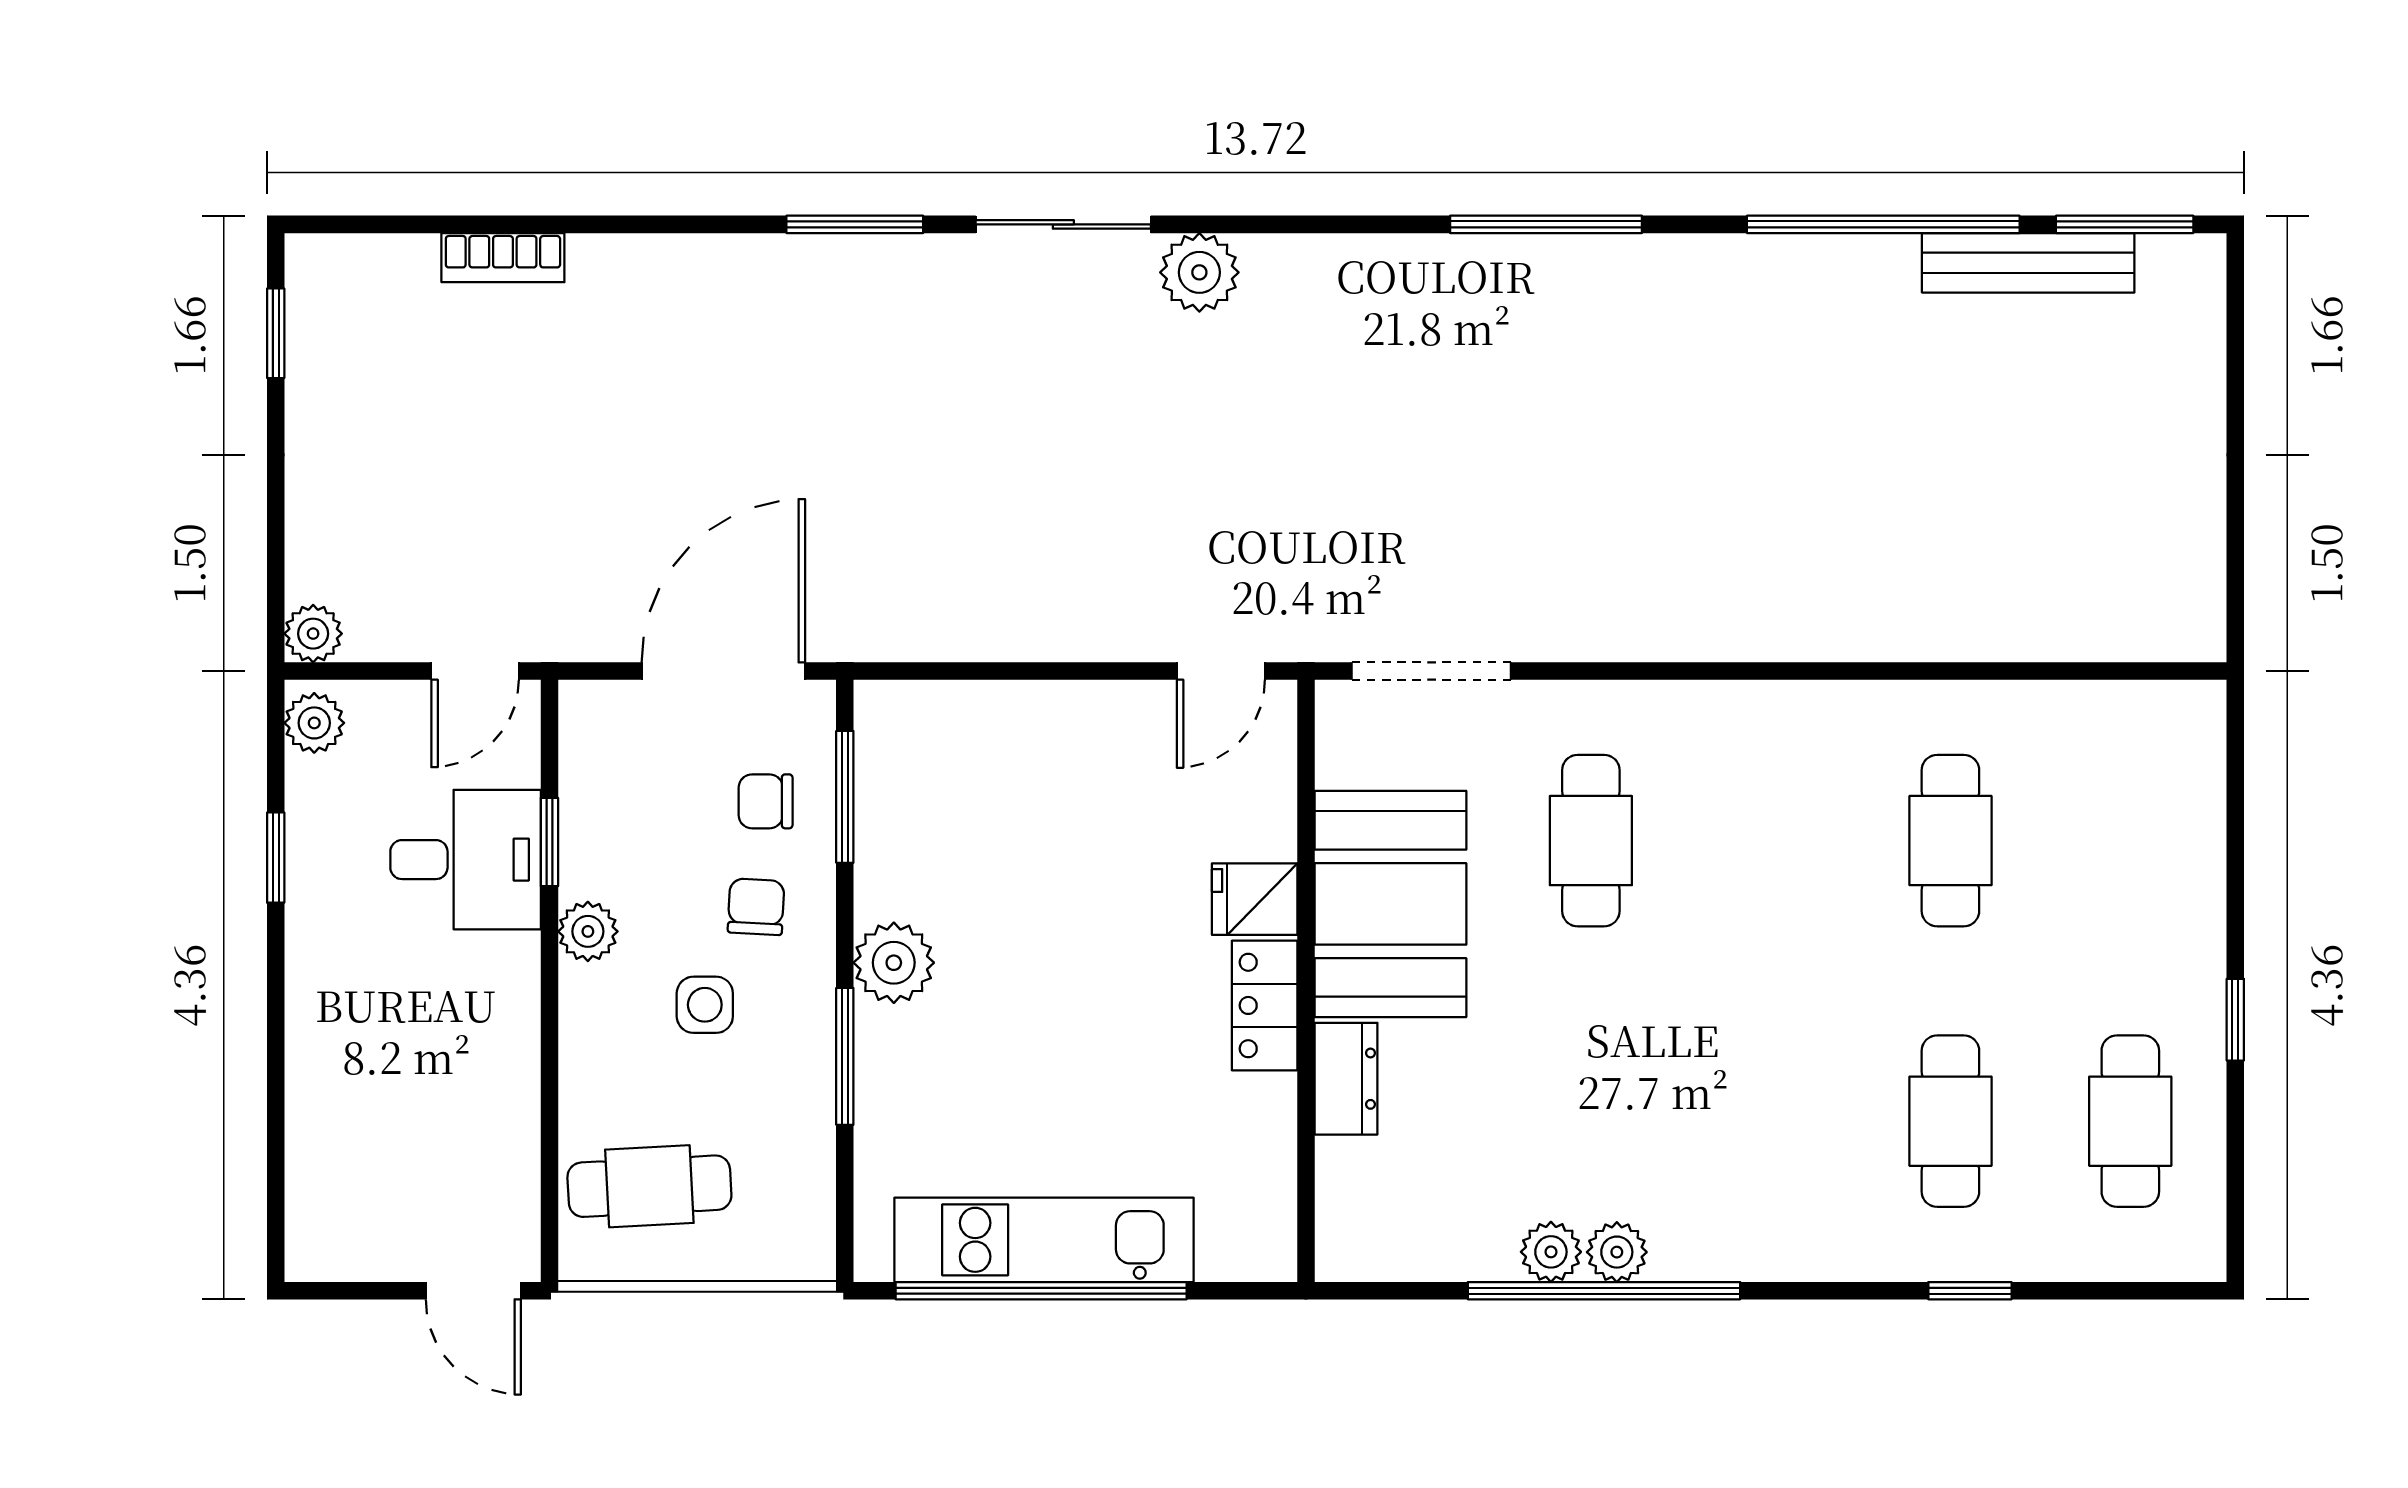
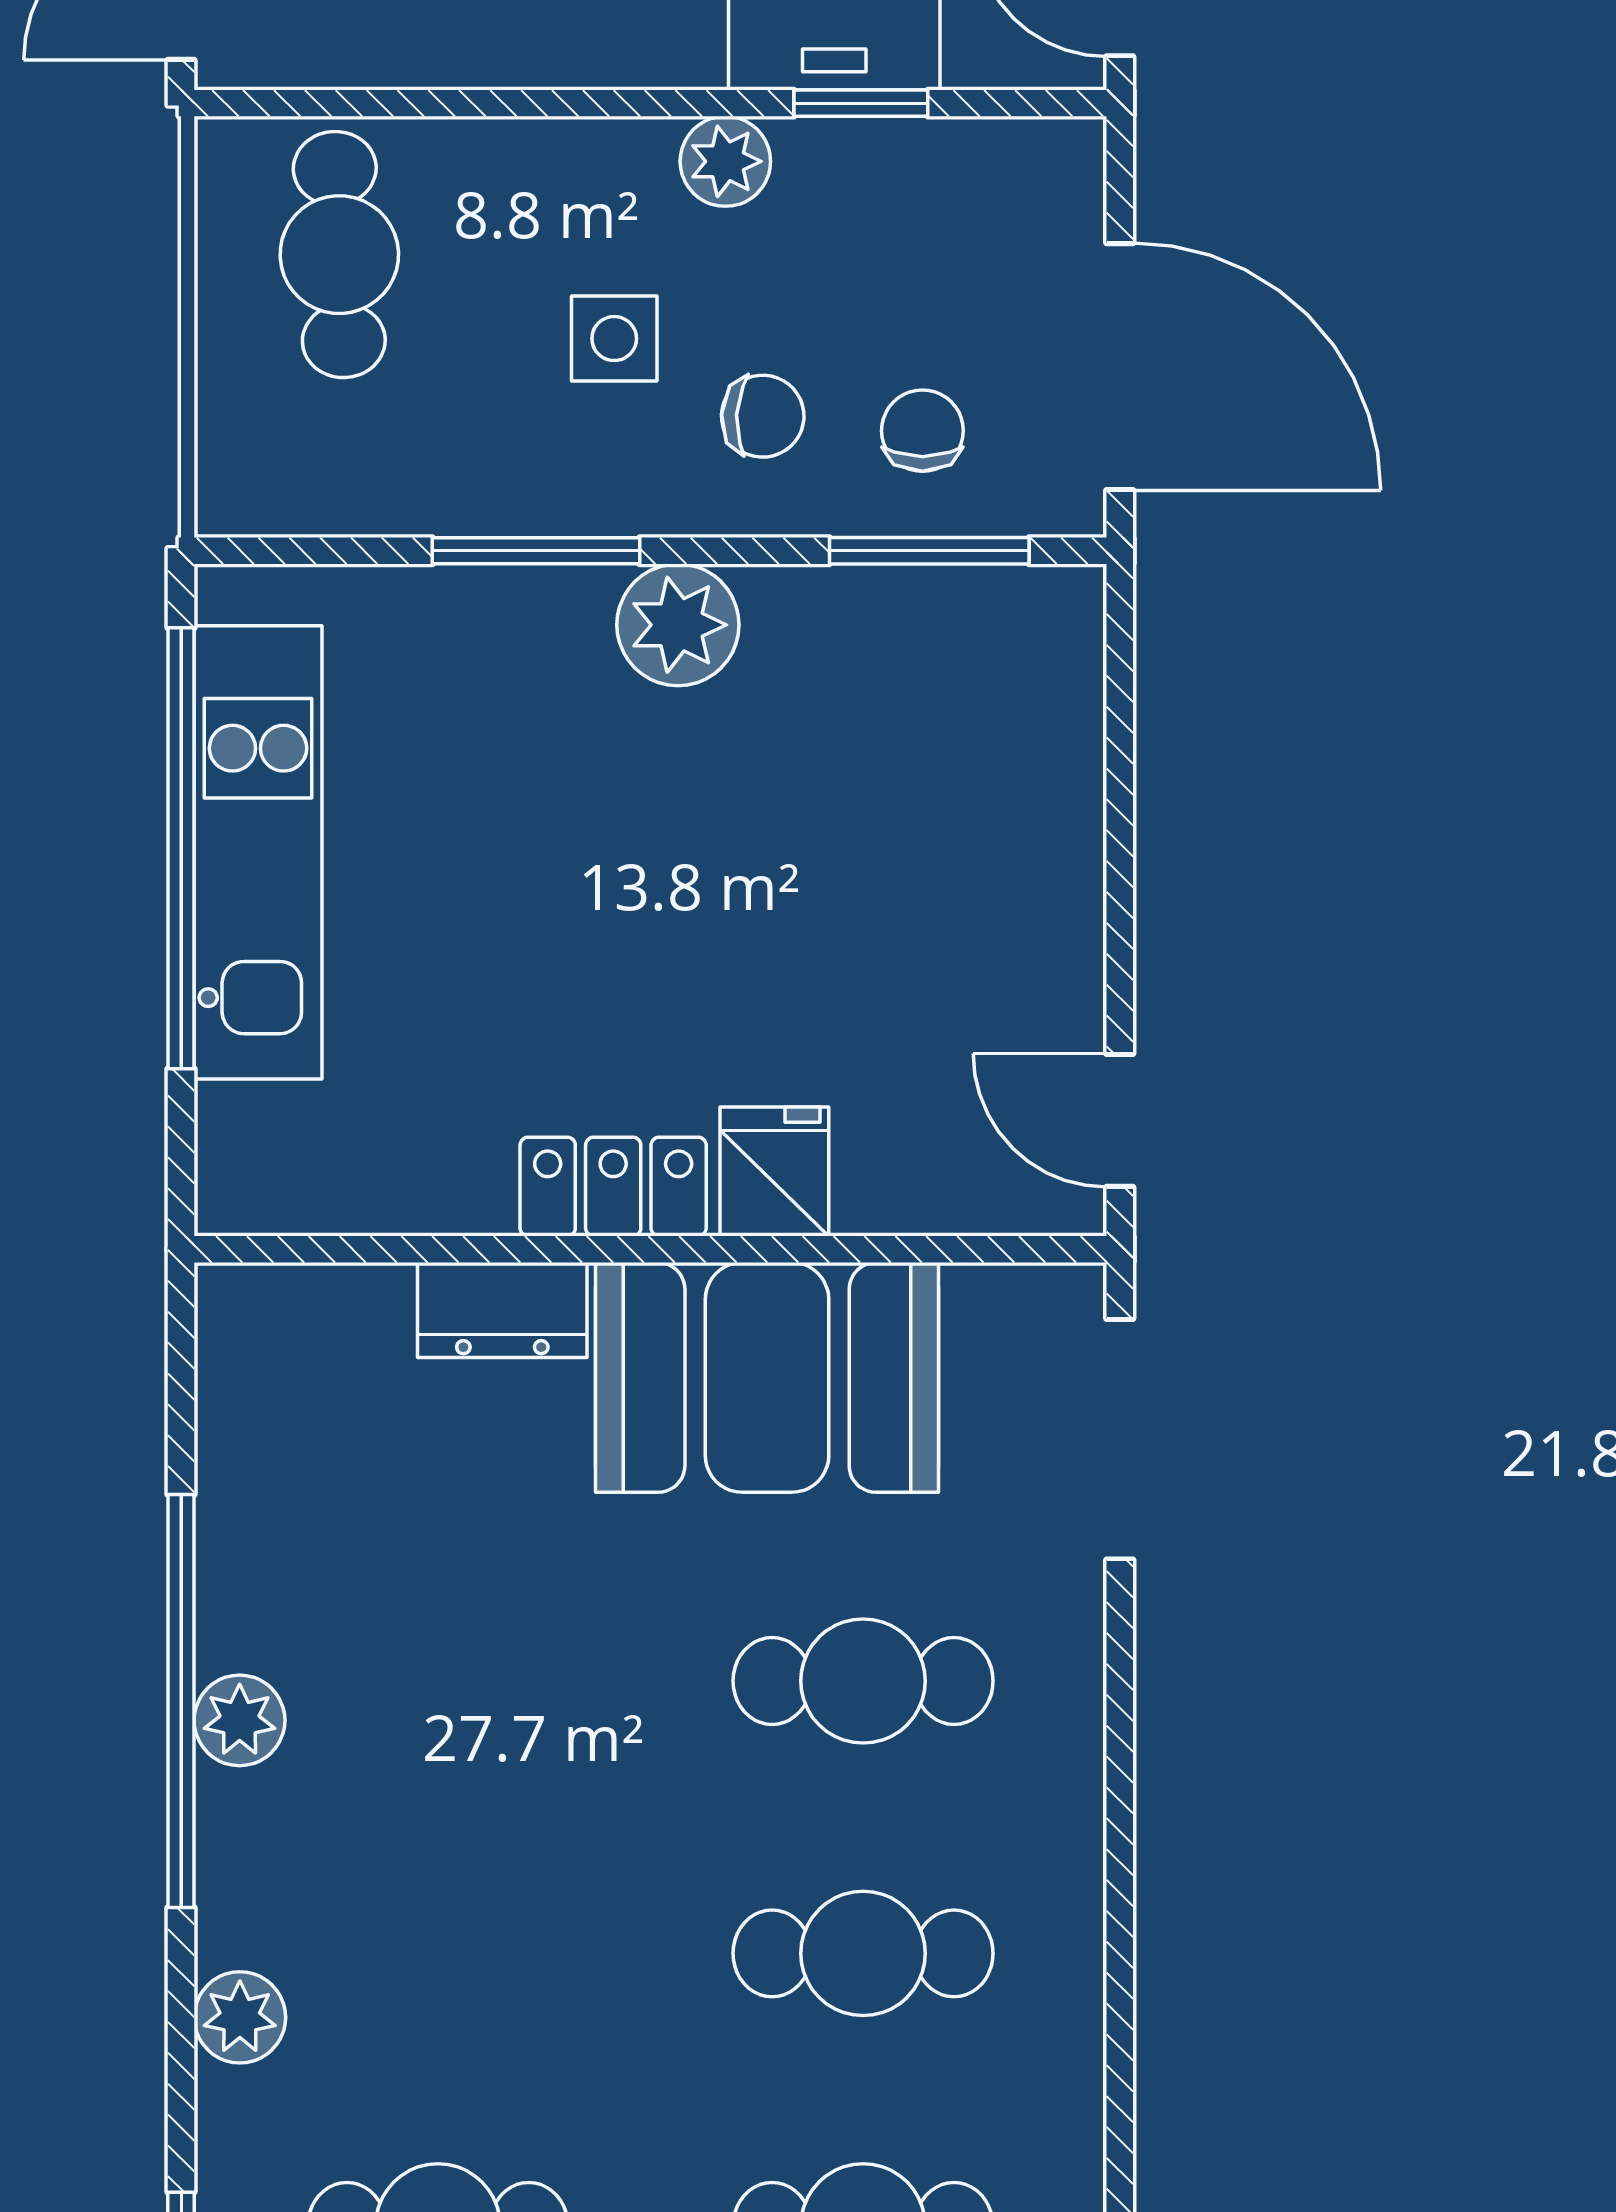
cafe table: (1771, 841) -> (863, 1953), added
plant: (1551, 1252) -> (240, 2017), moved

